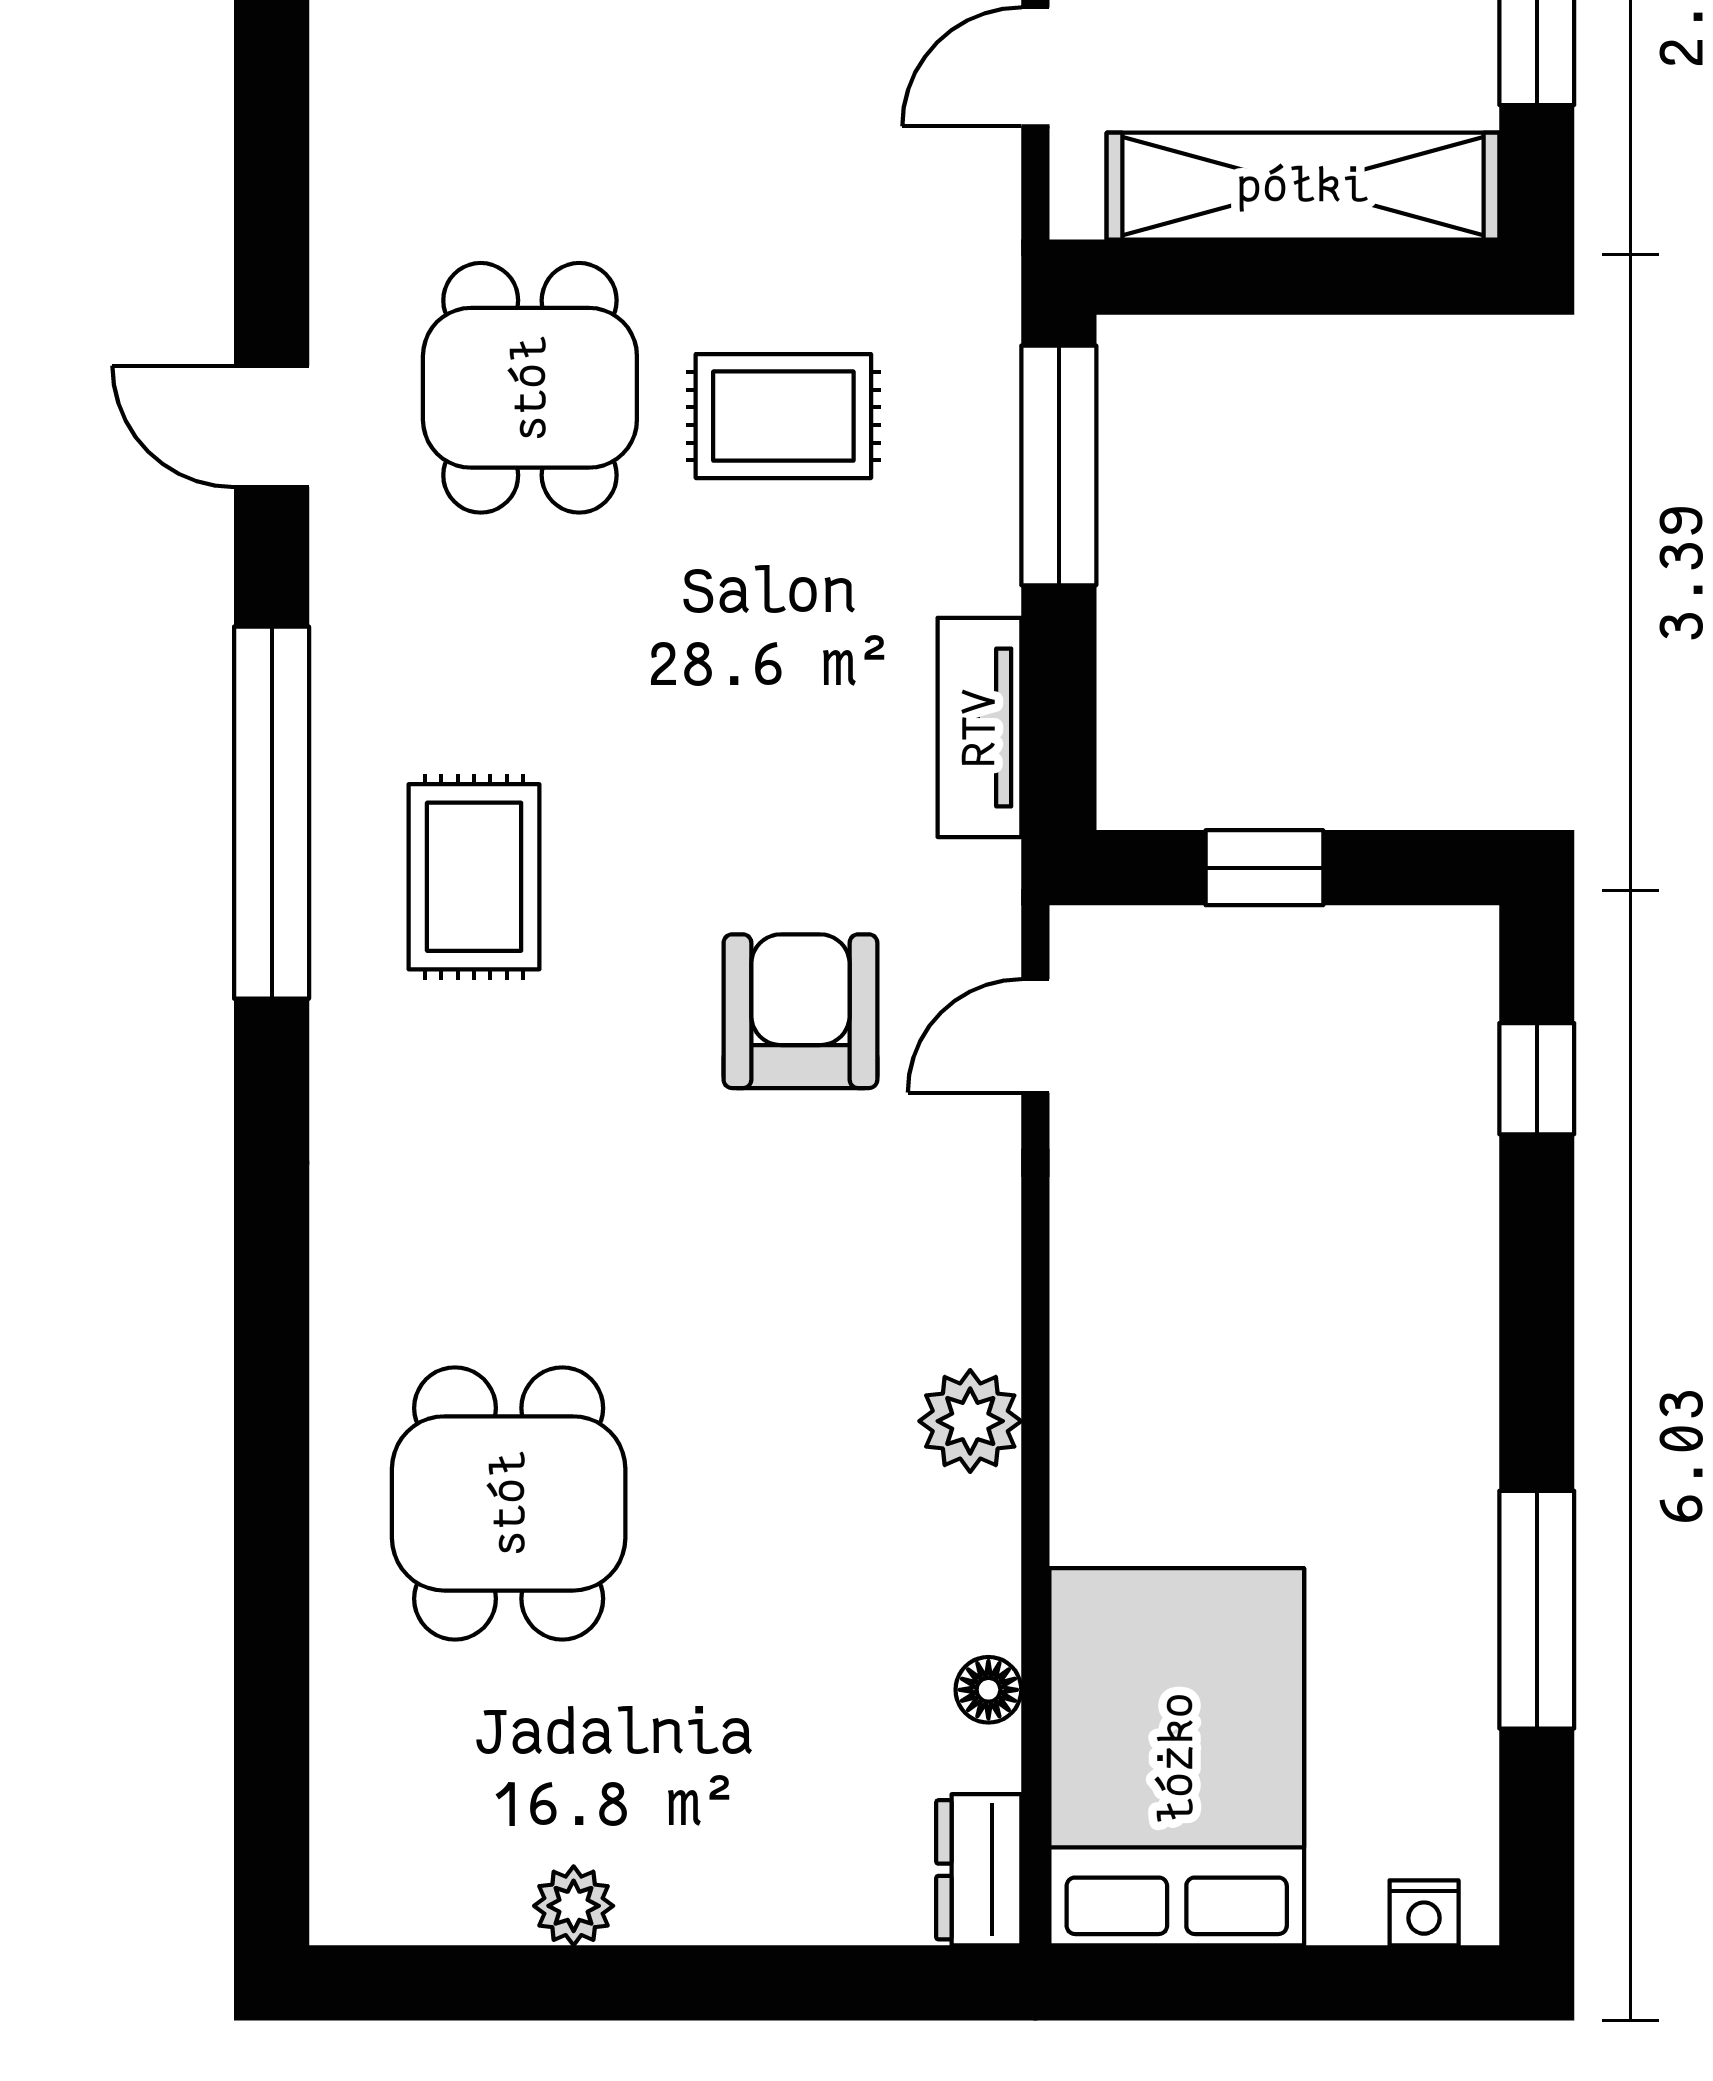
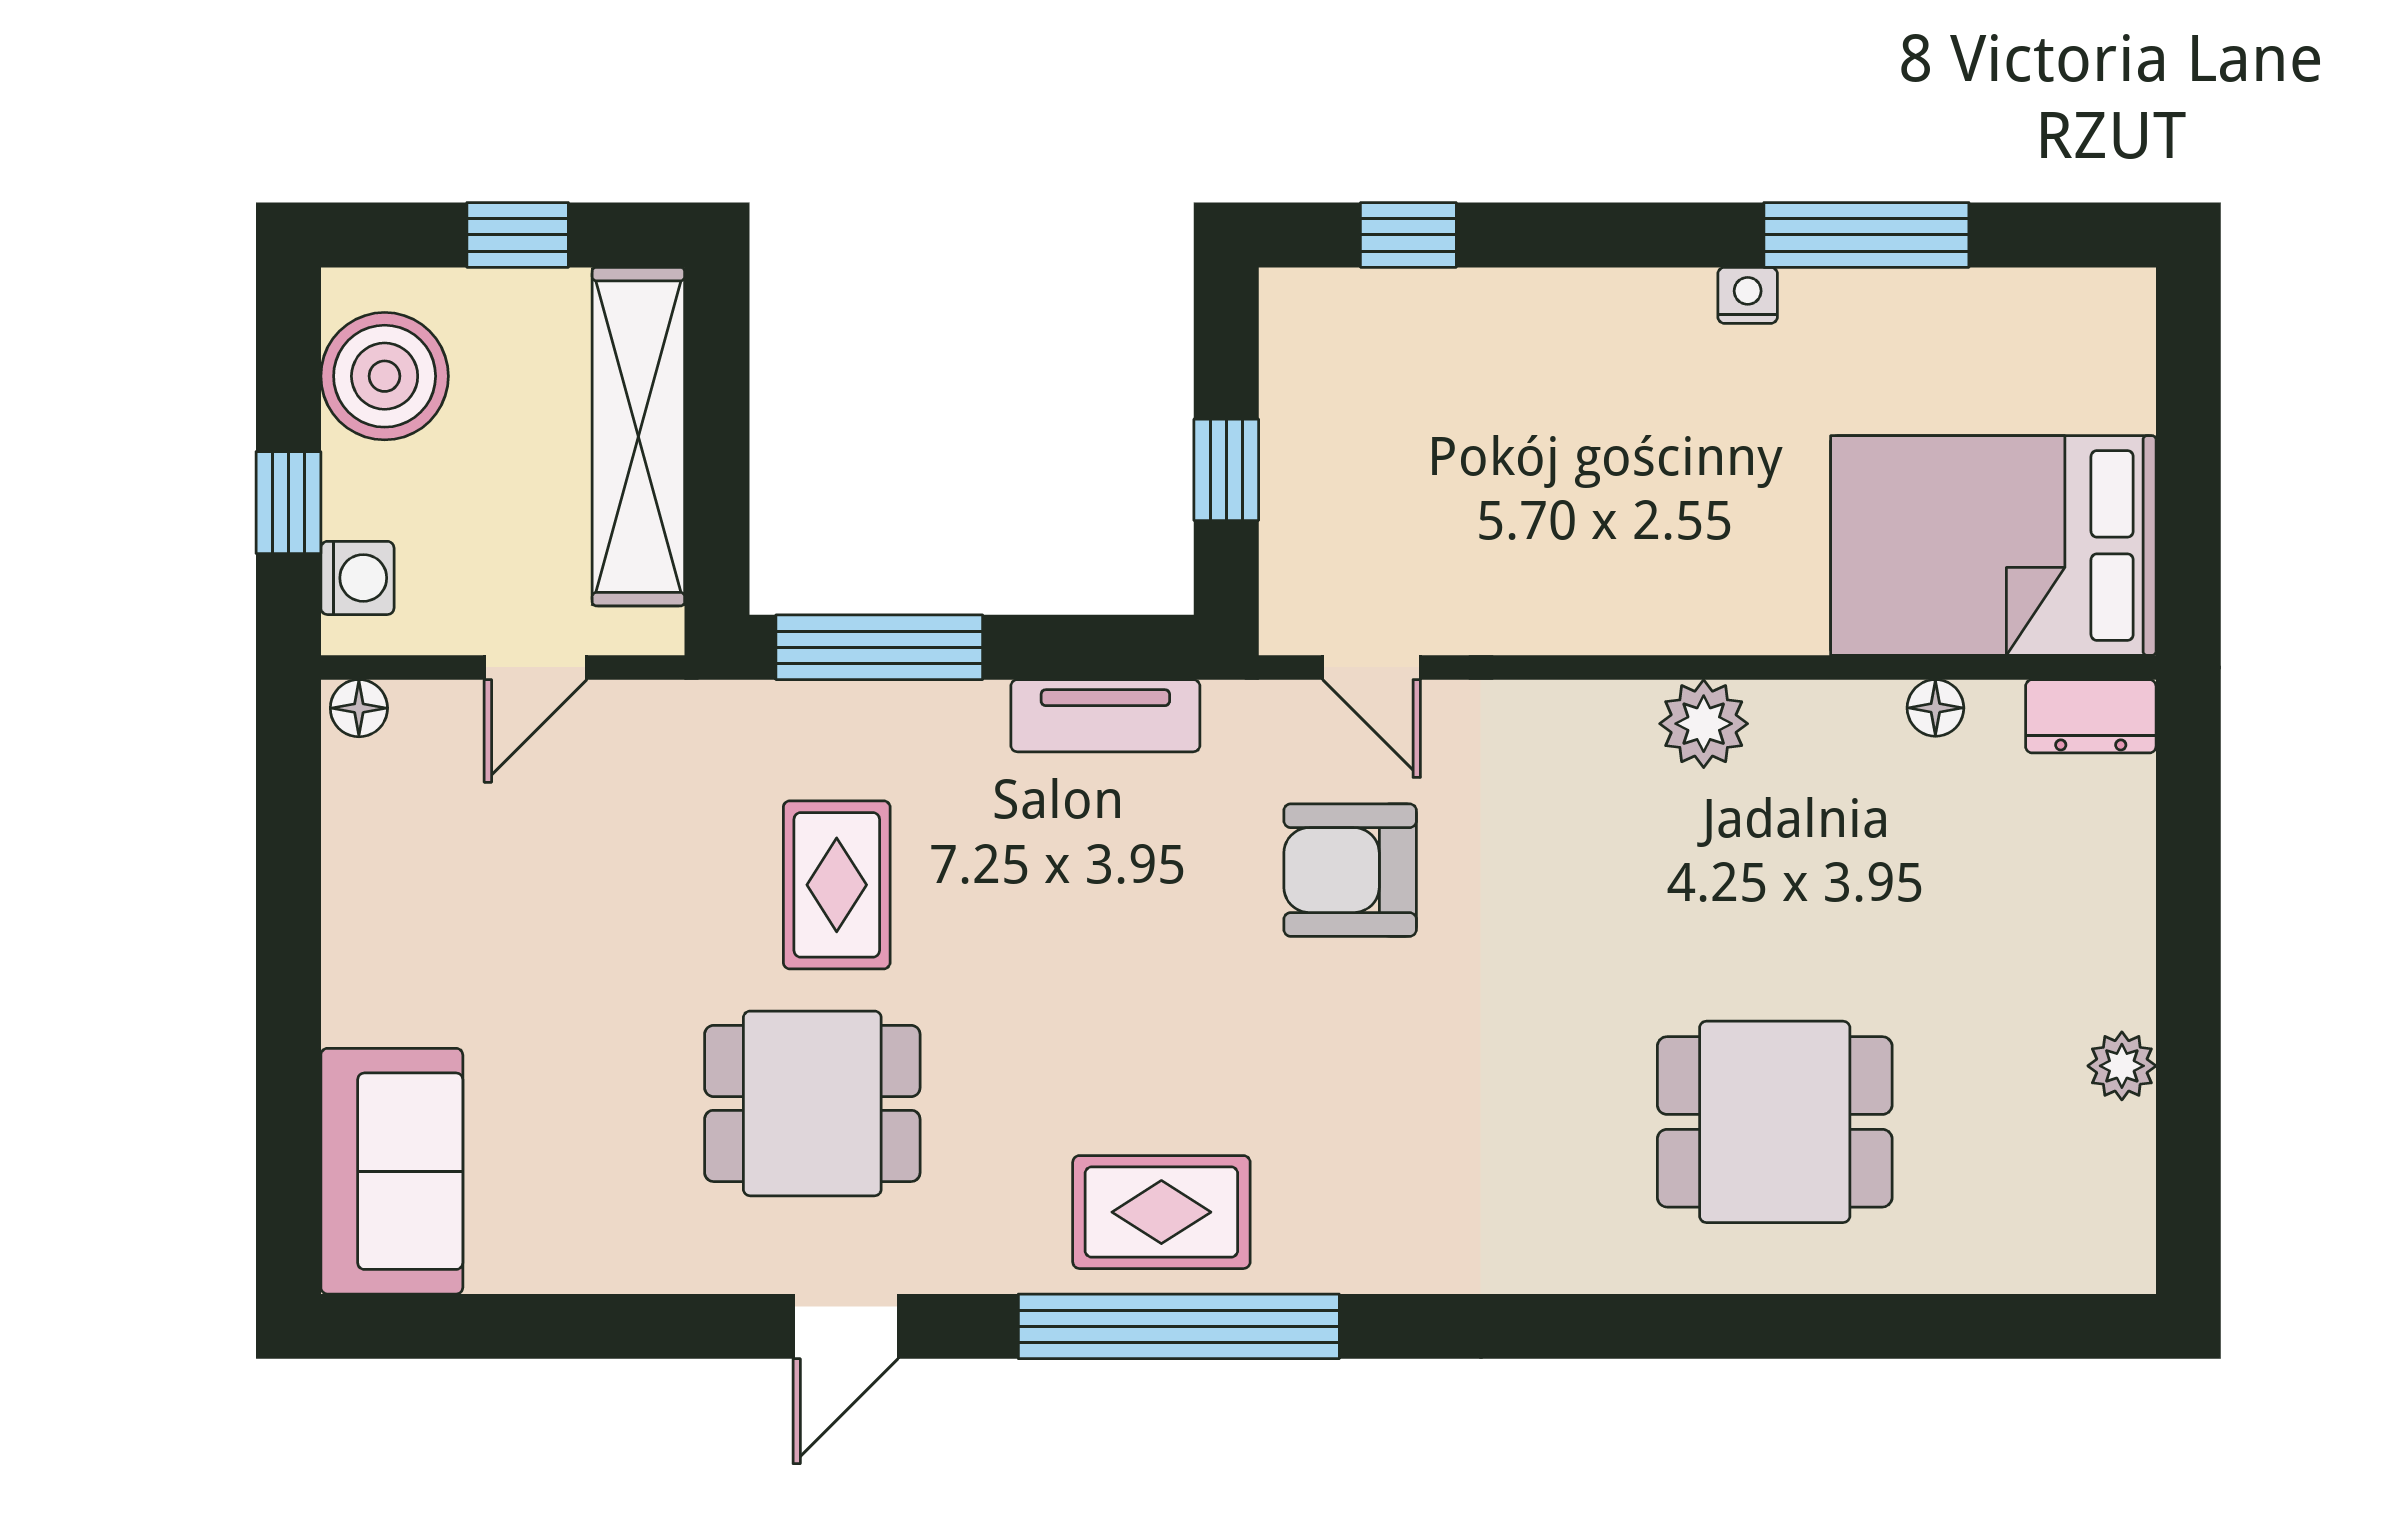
door: (1035, 67) -> (536, 667), hinge flipped
rug: (474, 877) -> (1161, 1212), moved
nightstand: (1424, 1913) -> (1748, 295), moved, turned -90

